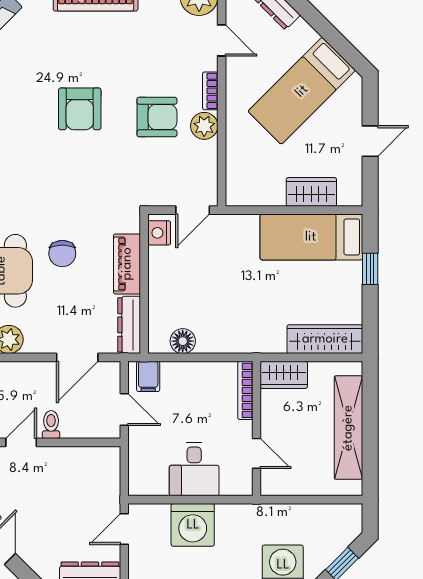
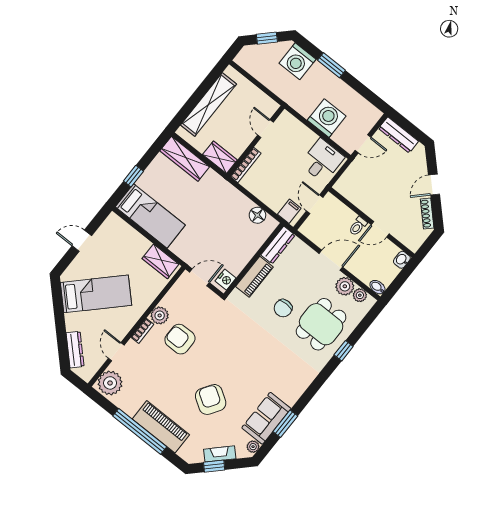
armchair: (80, 109) -> (211, 399), moved, turned -57
wardrobe: (311, 192) -> (160, 261), moved
chair: (62, 254) -> (283, 308), turned 180
door: (77, 357) -> (331, 260), moved
desk: (194, 469) -> (322, 161), moved

